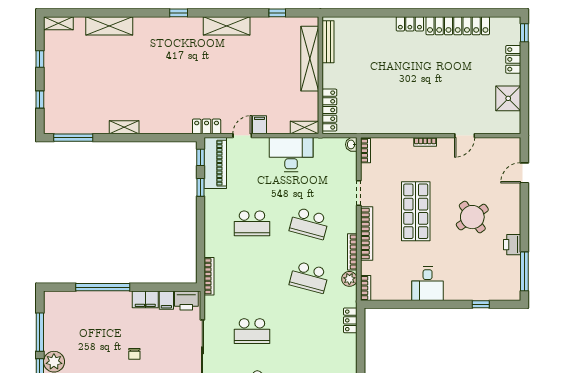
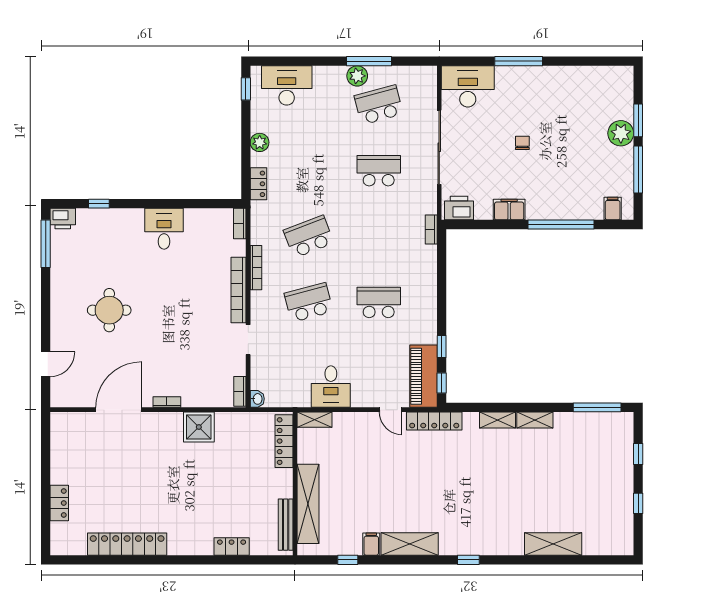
shelving: (58, 23) -> (497, 420), moved
locker: (410, 24) -> (232, 546), moved
window: (524, 33) -> (46, 536), removed
shower: (508, 98) -> (199, 427), moved
filing cabinet: (259, 125) -> (371, 544), moved, turned 180
locker: (207, 126) -> (434, 421), width x1.53
door: (242, 136) -> (391, 410), hinge flipped
door: (465, 136) -> (119, 410), width x1.88
desk: (291, 155) -> (331, 387), width x0.73
shop shelf: (416, 211) -> (178, 317), removed
round table: (472, 217) -> (109, 310), turned 36
school desk: (309, 223) -> (309, 302), turned -30
printer: (512, 245) -> (63, 219), moved, turned 90
bookcase: (209, 276) -> (431, 229), width x0.64
school desk: (309, 277) -> (309, 237), turned -36
plant: (349, 279) -> (260, 142), moved
filing cabinet: (166, 300) -> (613, 209), moved

